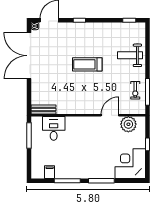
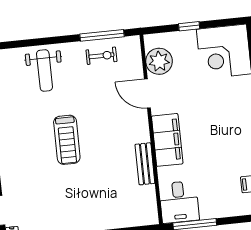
bench: (44, 109) -> (145, 164), moved
filing cabinet: (81, 124) -> (167, 140), added
desk: (54, 128) -> (179, 202), moved, turned -90

